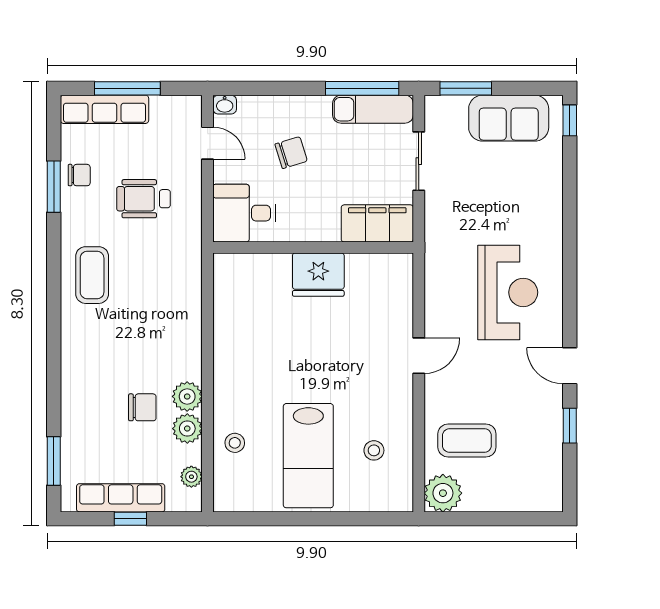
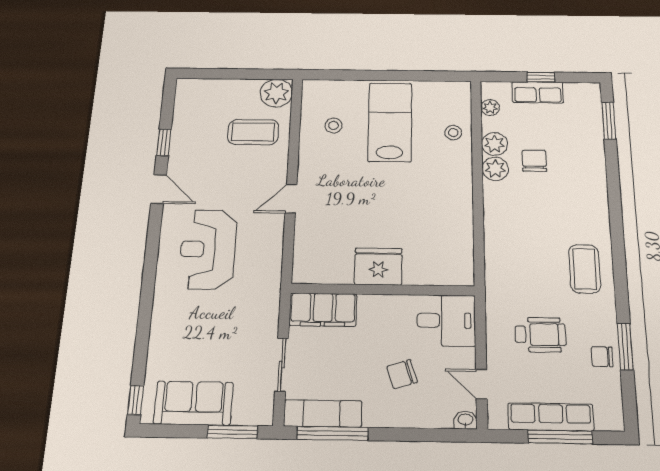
row of seats: (104, 109) -> (551, 417), moved
chair: (142, 407) -> (534, 161), turned 90
row of seats: (121, 498) -> (538, 92), width x0.68

